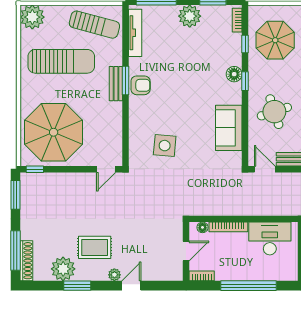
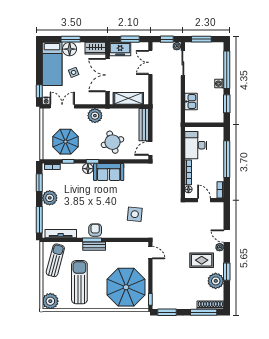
sofa: (229, 128) -> (109, 172), moved
rug: (95, 247) -> (202, 260), turned 90

